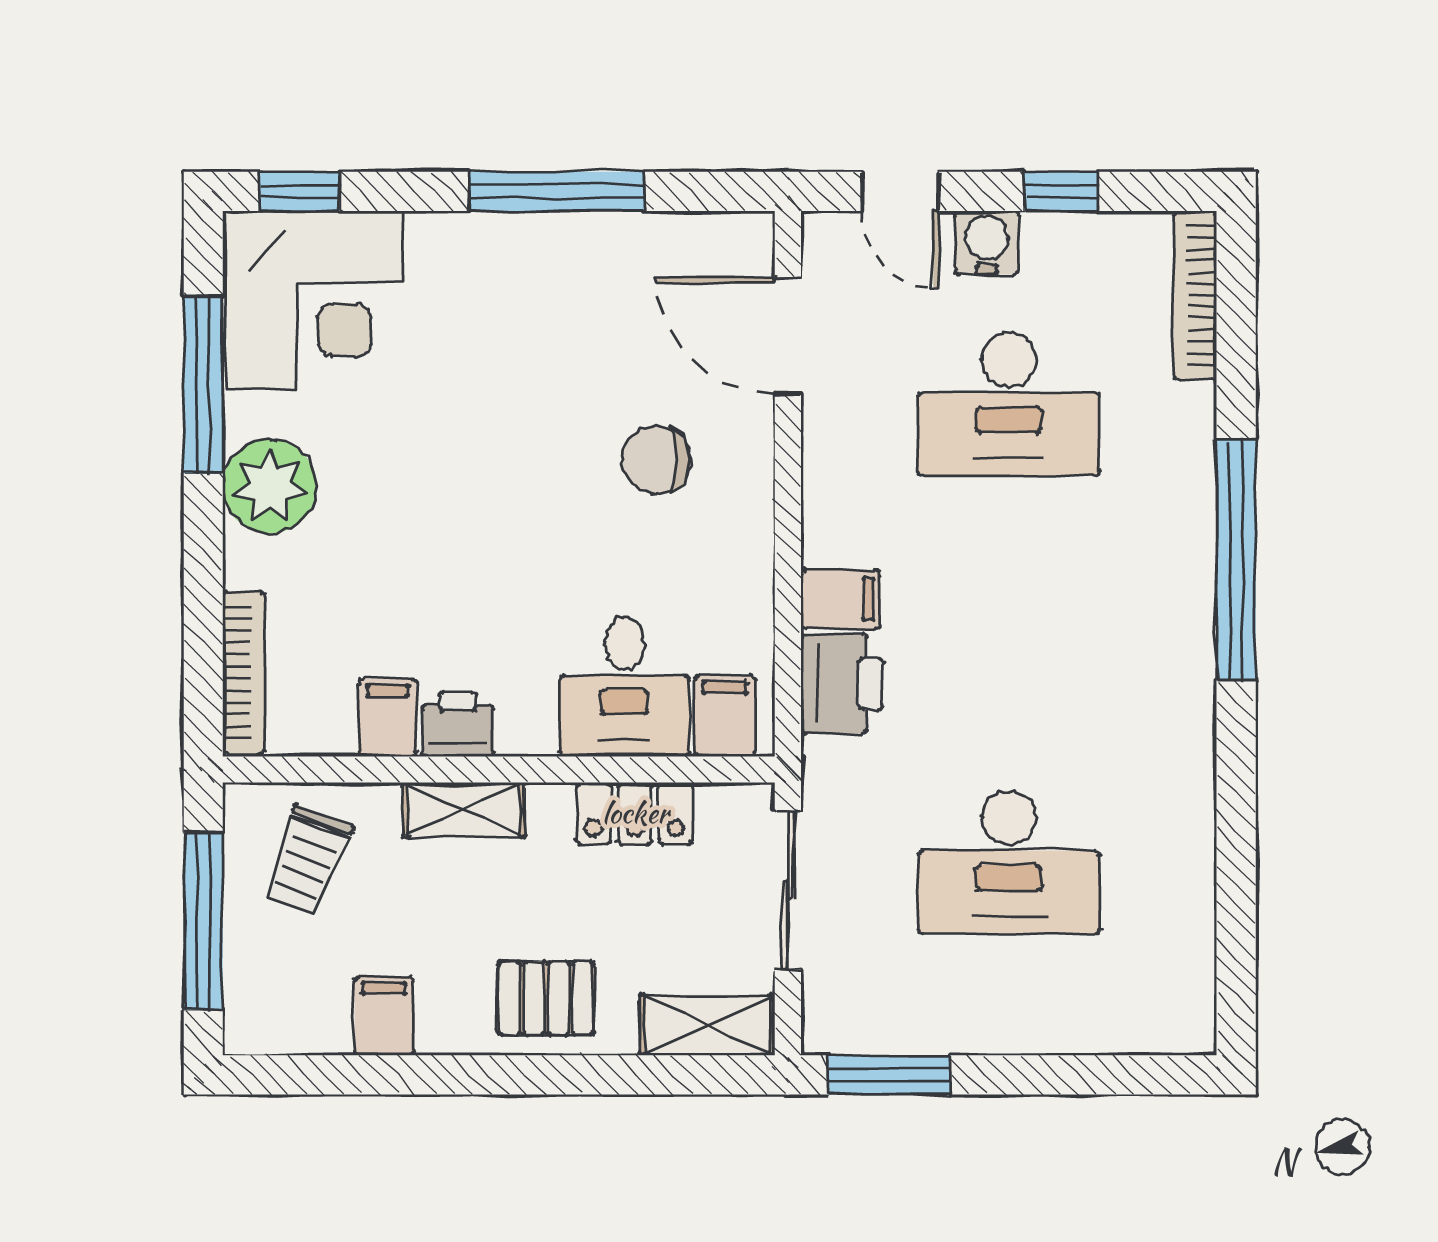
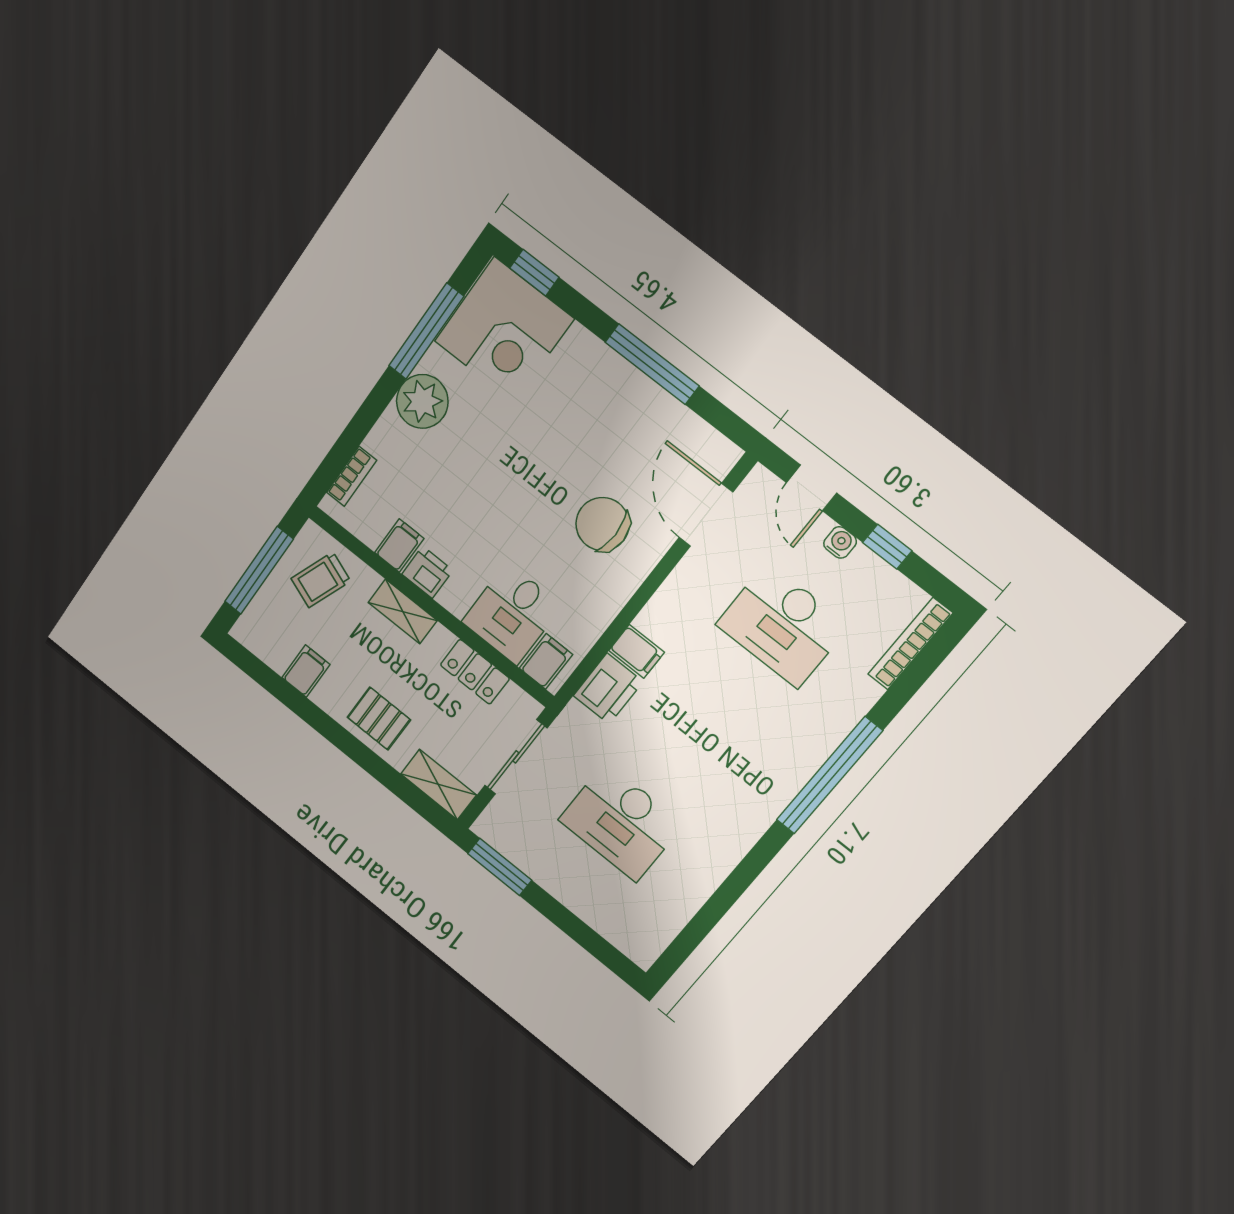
water cooler: (987, 243) -> (840, 542), width x0.72, depth x0.72
chair: (656, 460) -> (603, 524), width x1.37, depth x1.37
bookcase: (244, 673) -> (352, 476), width x0.64

